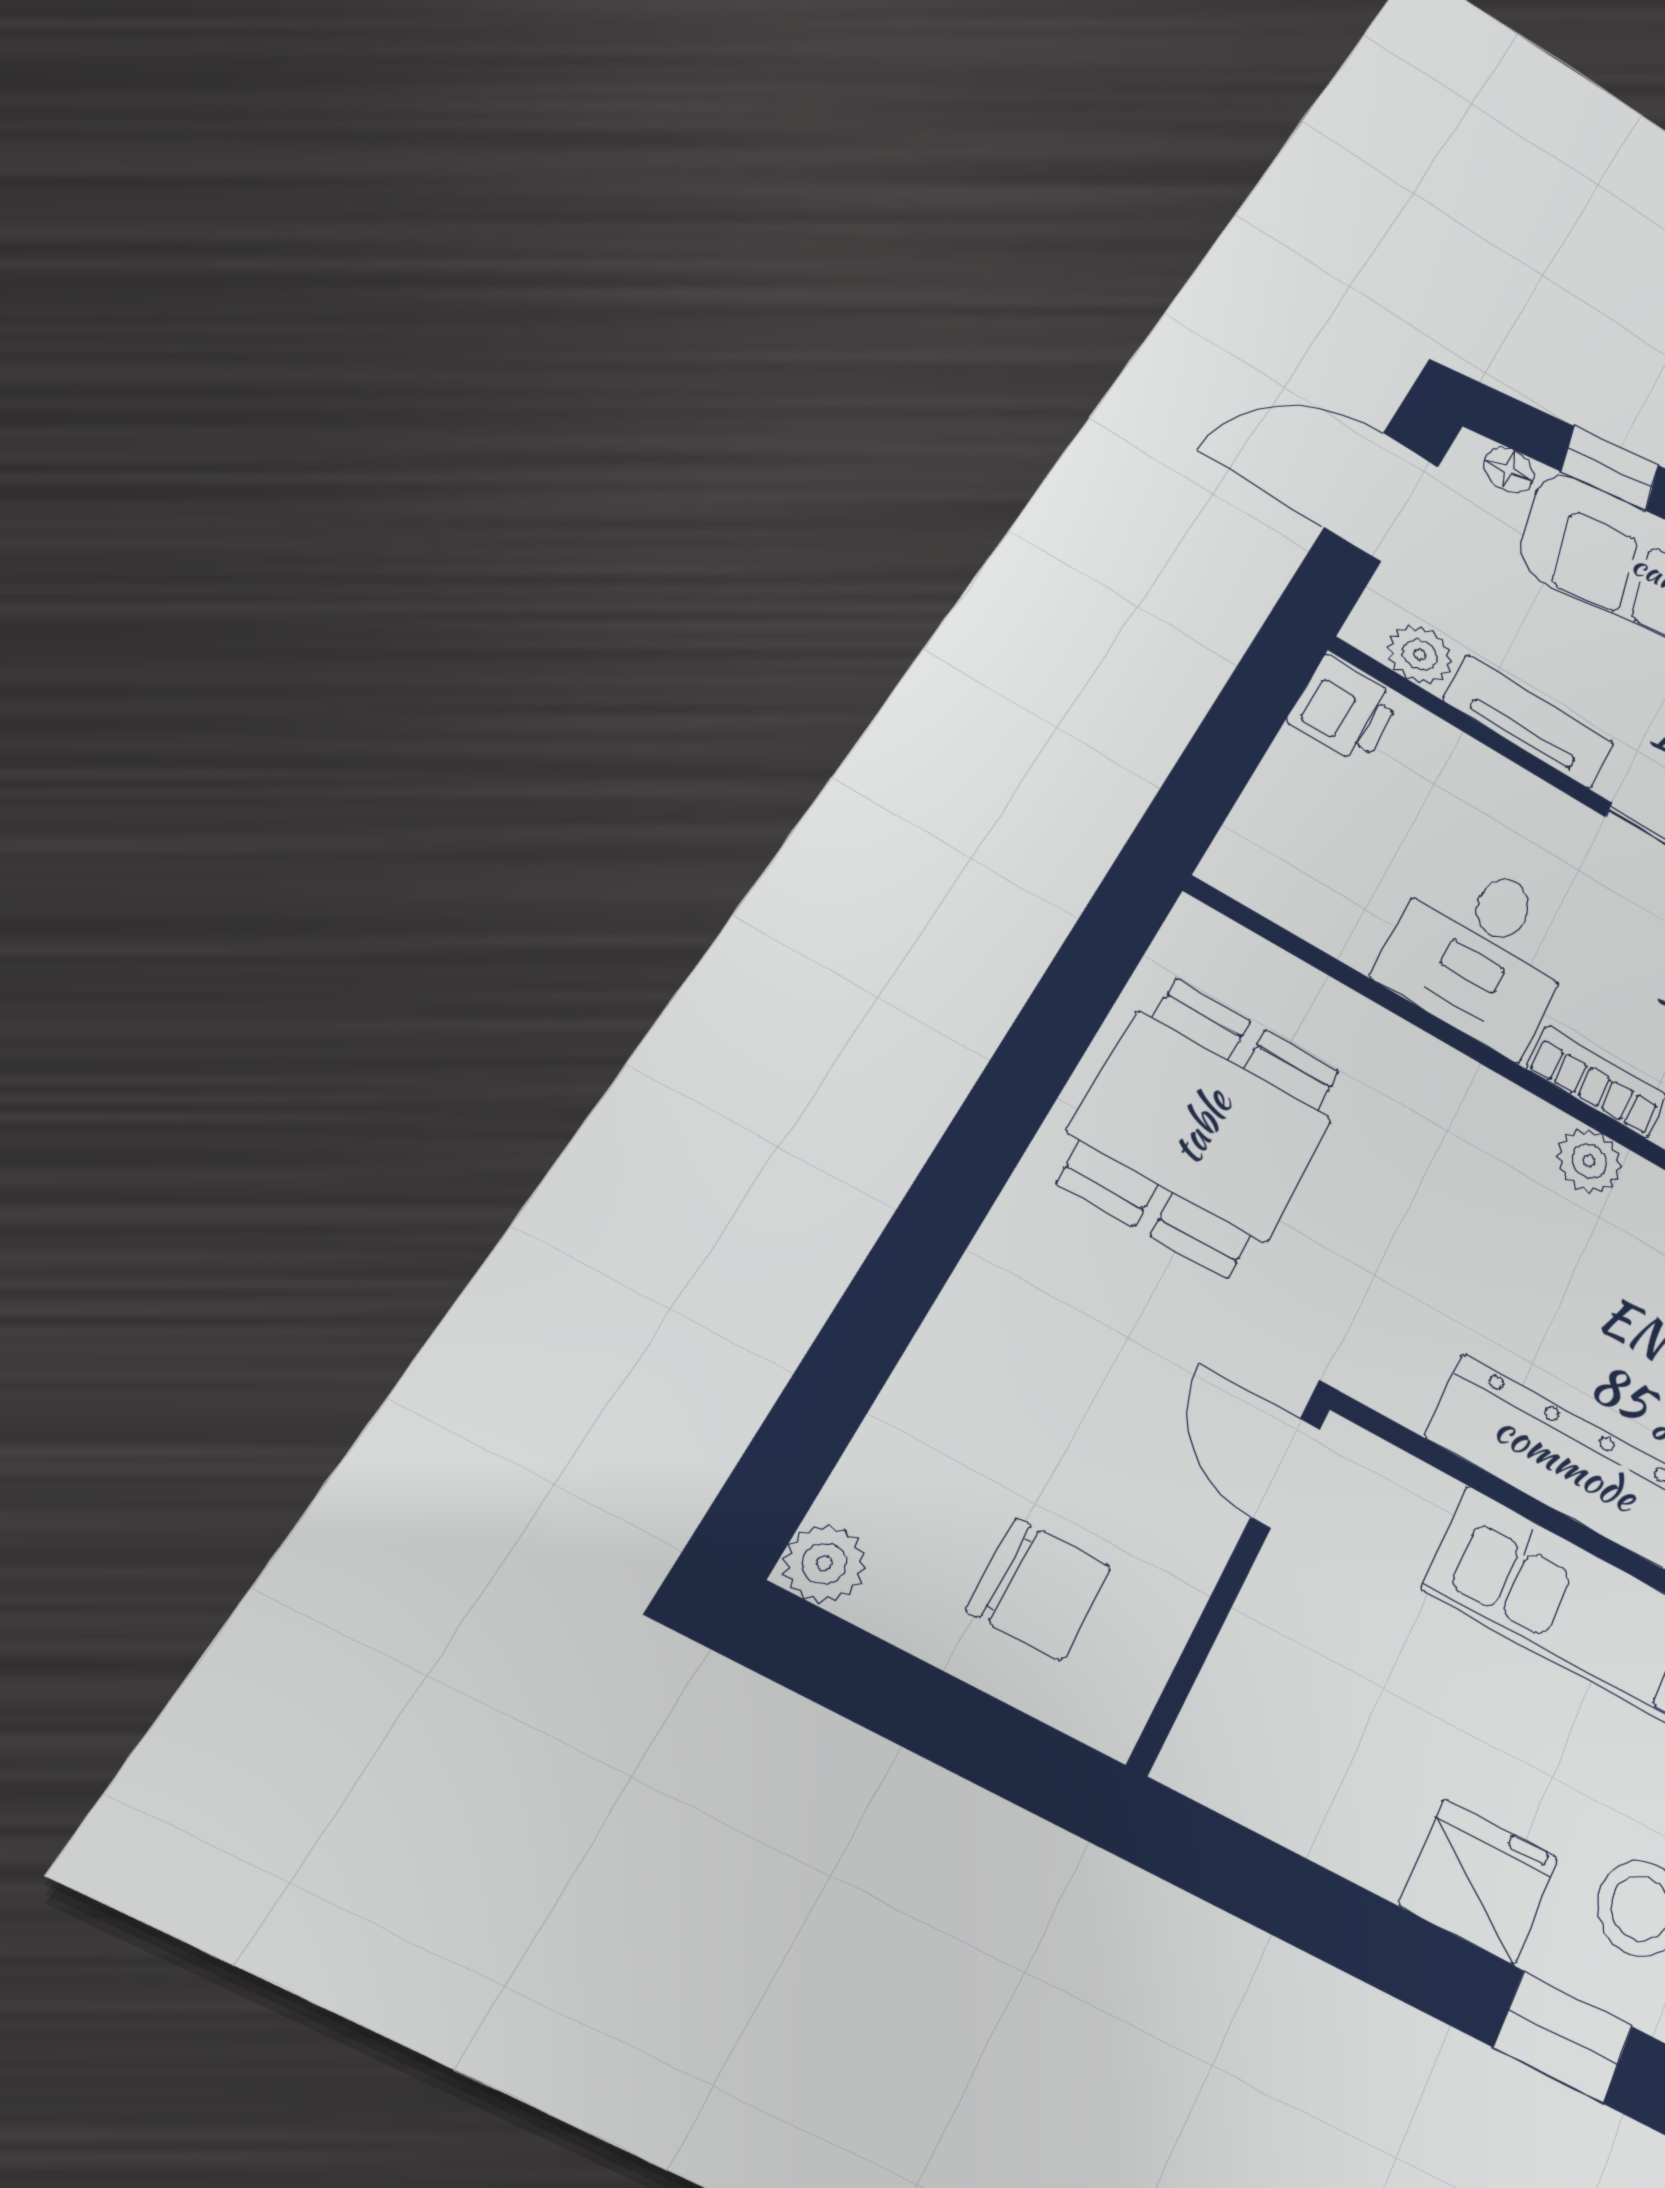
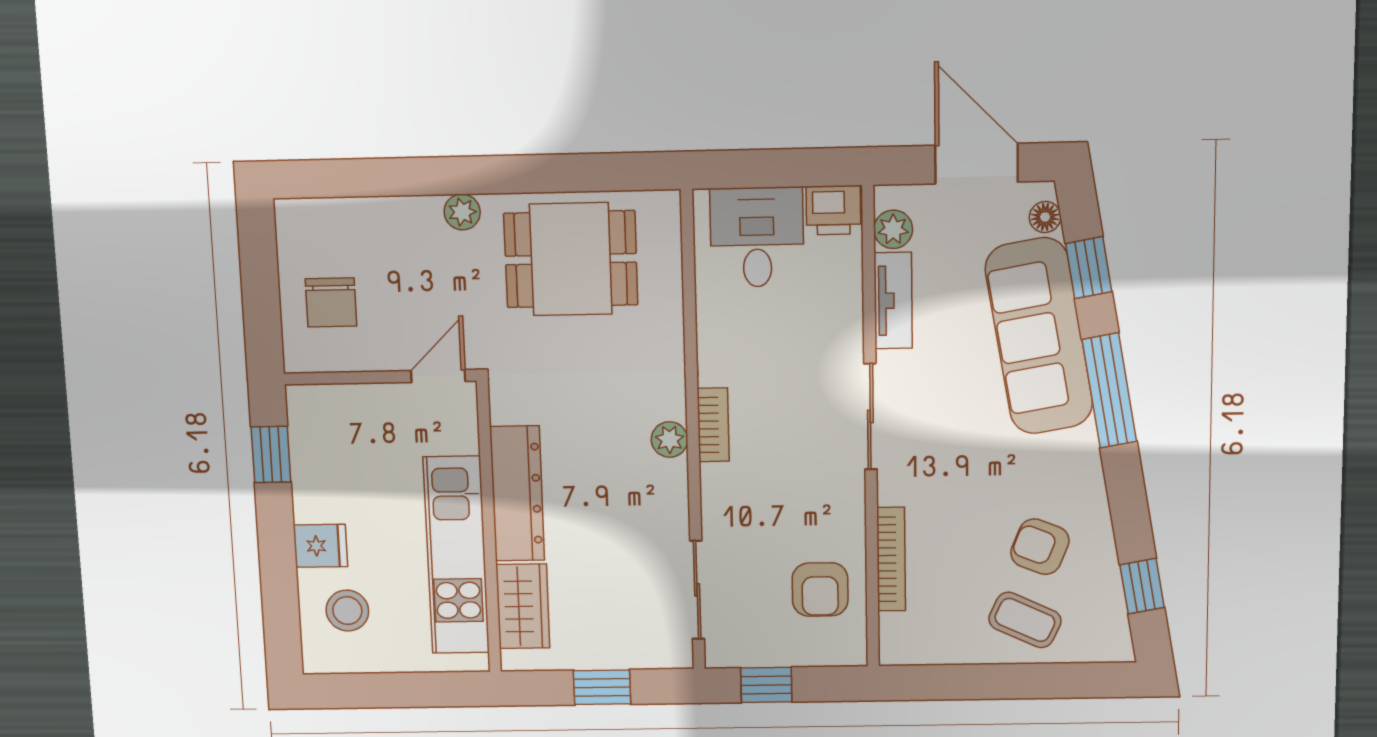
desk: (1480, 951) -> (757, 237), moved, turned 90
plant: (824, 1563) -> (462, 212), moved
fridge: (1479, 1881) -> (320, 546), width x0.72
window: (1563, 2037) -> (271, 454), moved

